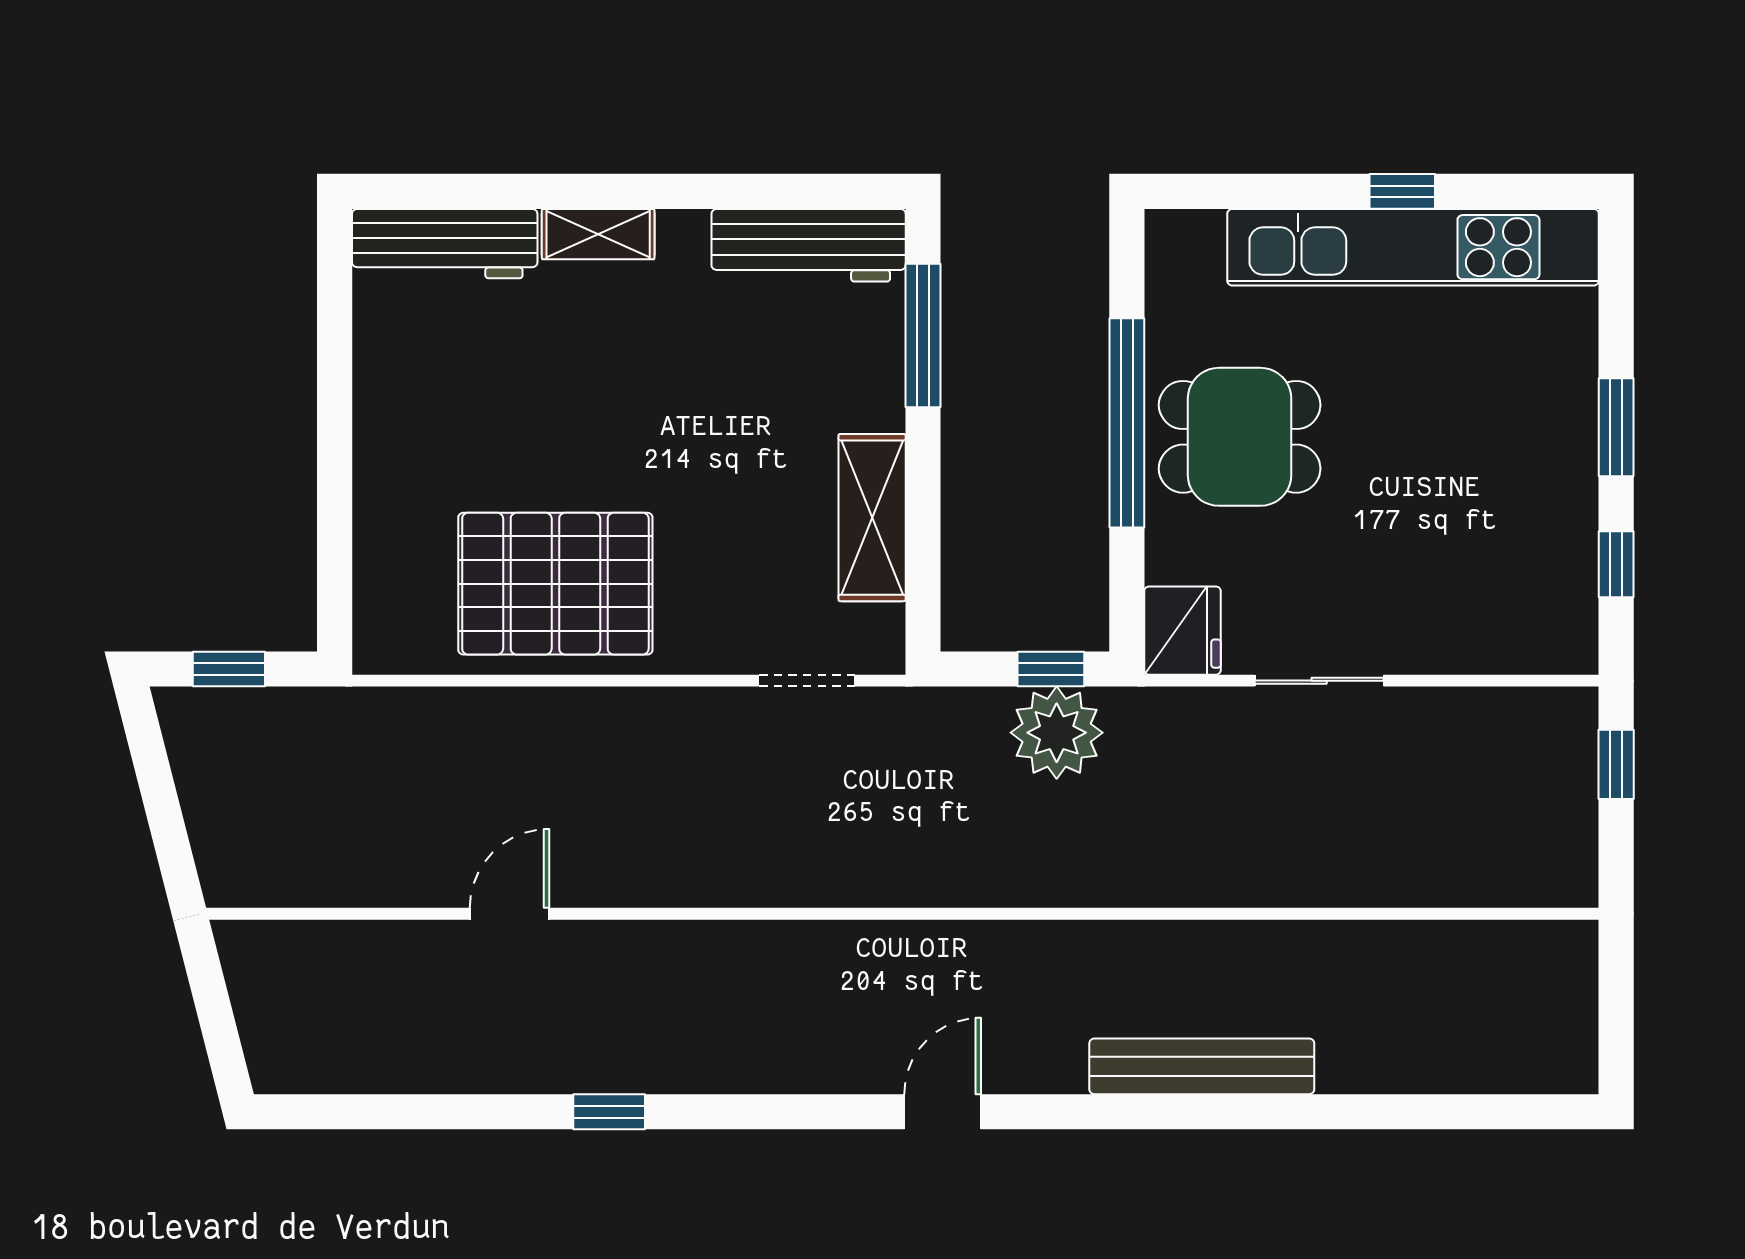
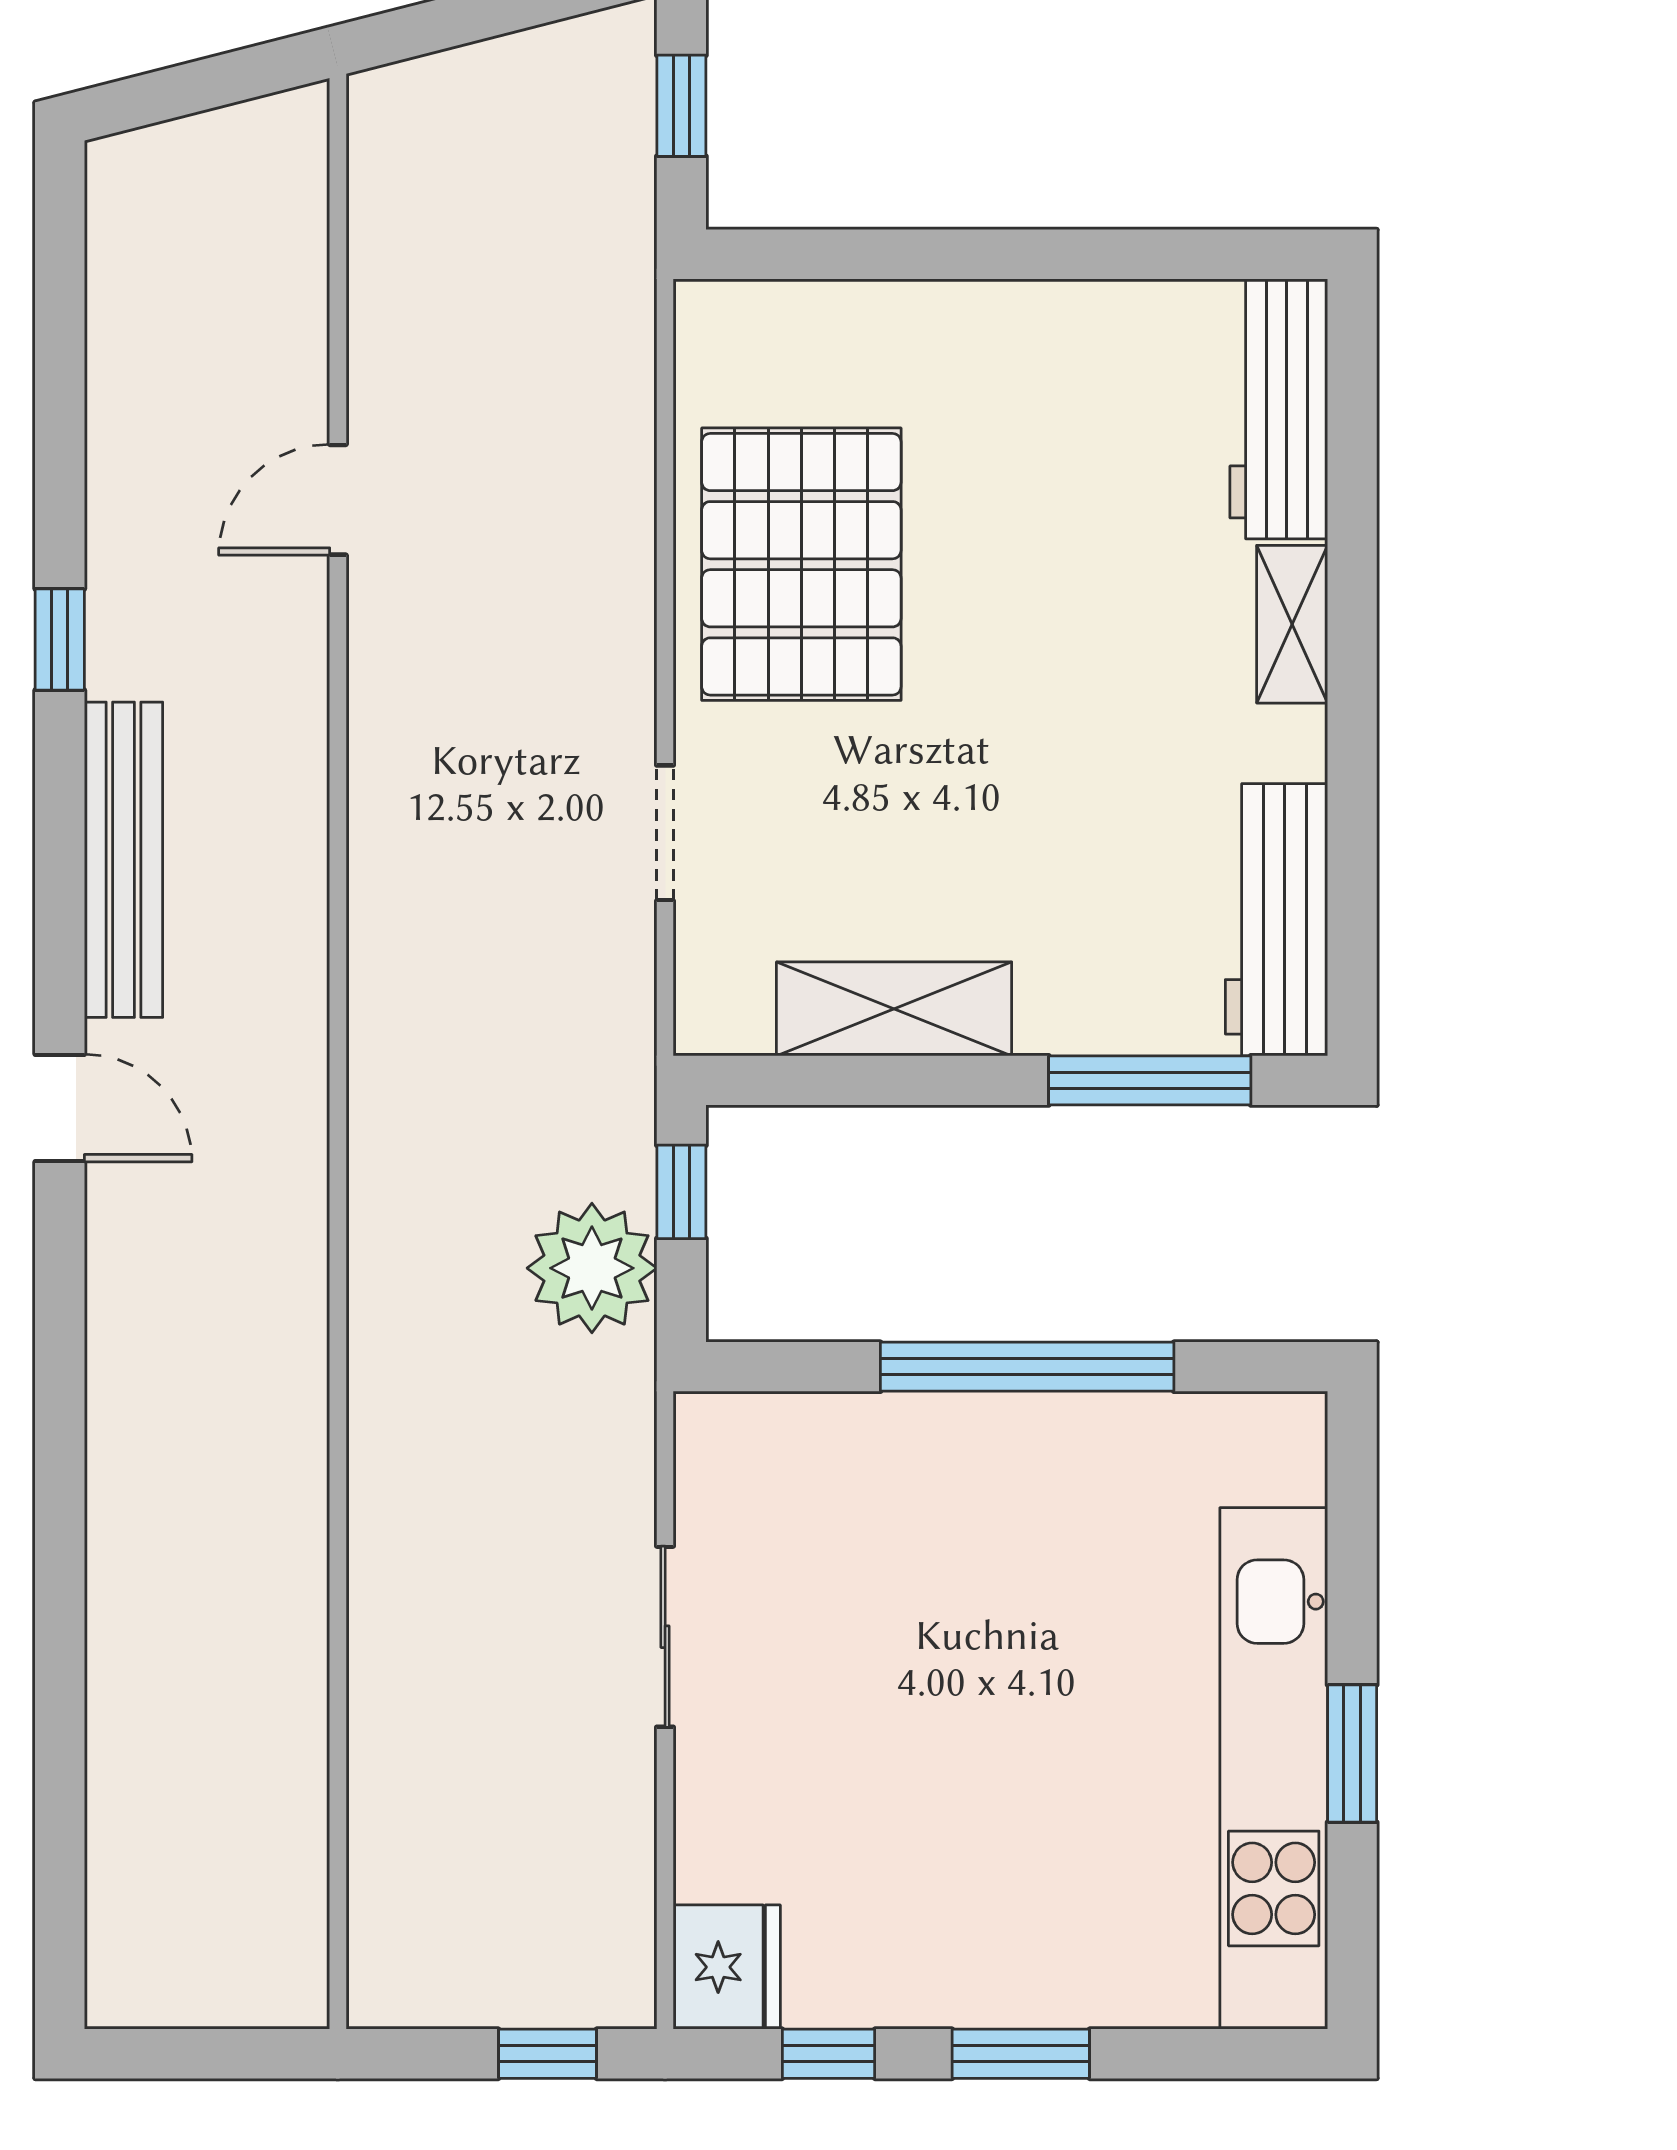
window: (1402, 191) -> (1352, 1753), width x1.50
dining table: (1240, 437) -> (1007, 1525), removed
fridge: (1182, 631) -> (727, 1967), moved, turned -90
window: (1051, 669) -> (681, 1192), moved
doorway: (807, 681) -> (665, 833), moved
door: (509, 914) -> (338, 500), swing flipped
bench: (1202, 1066) -> (123, 860), moved

